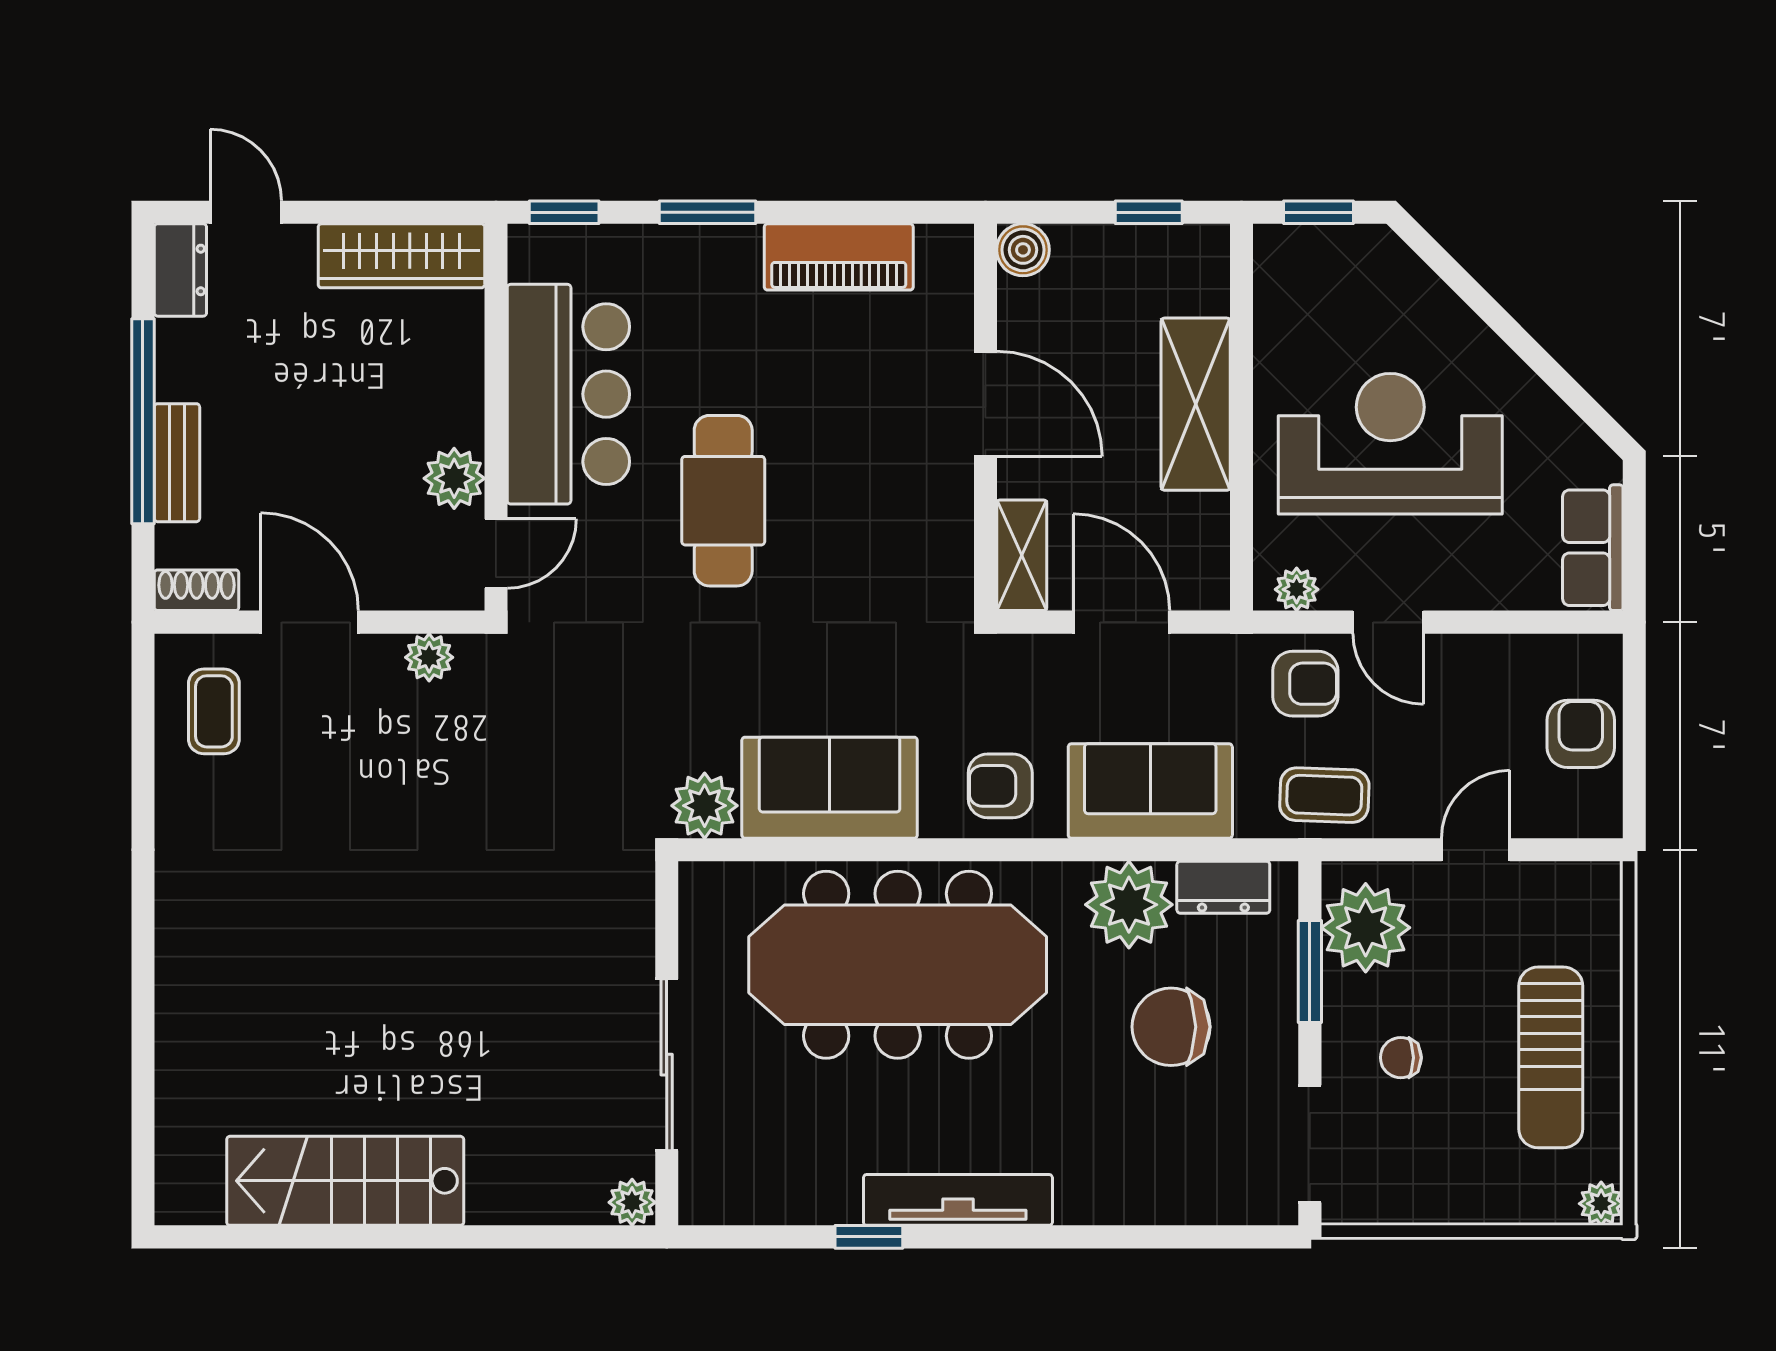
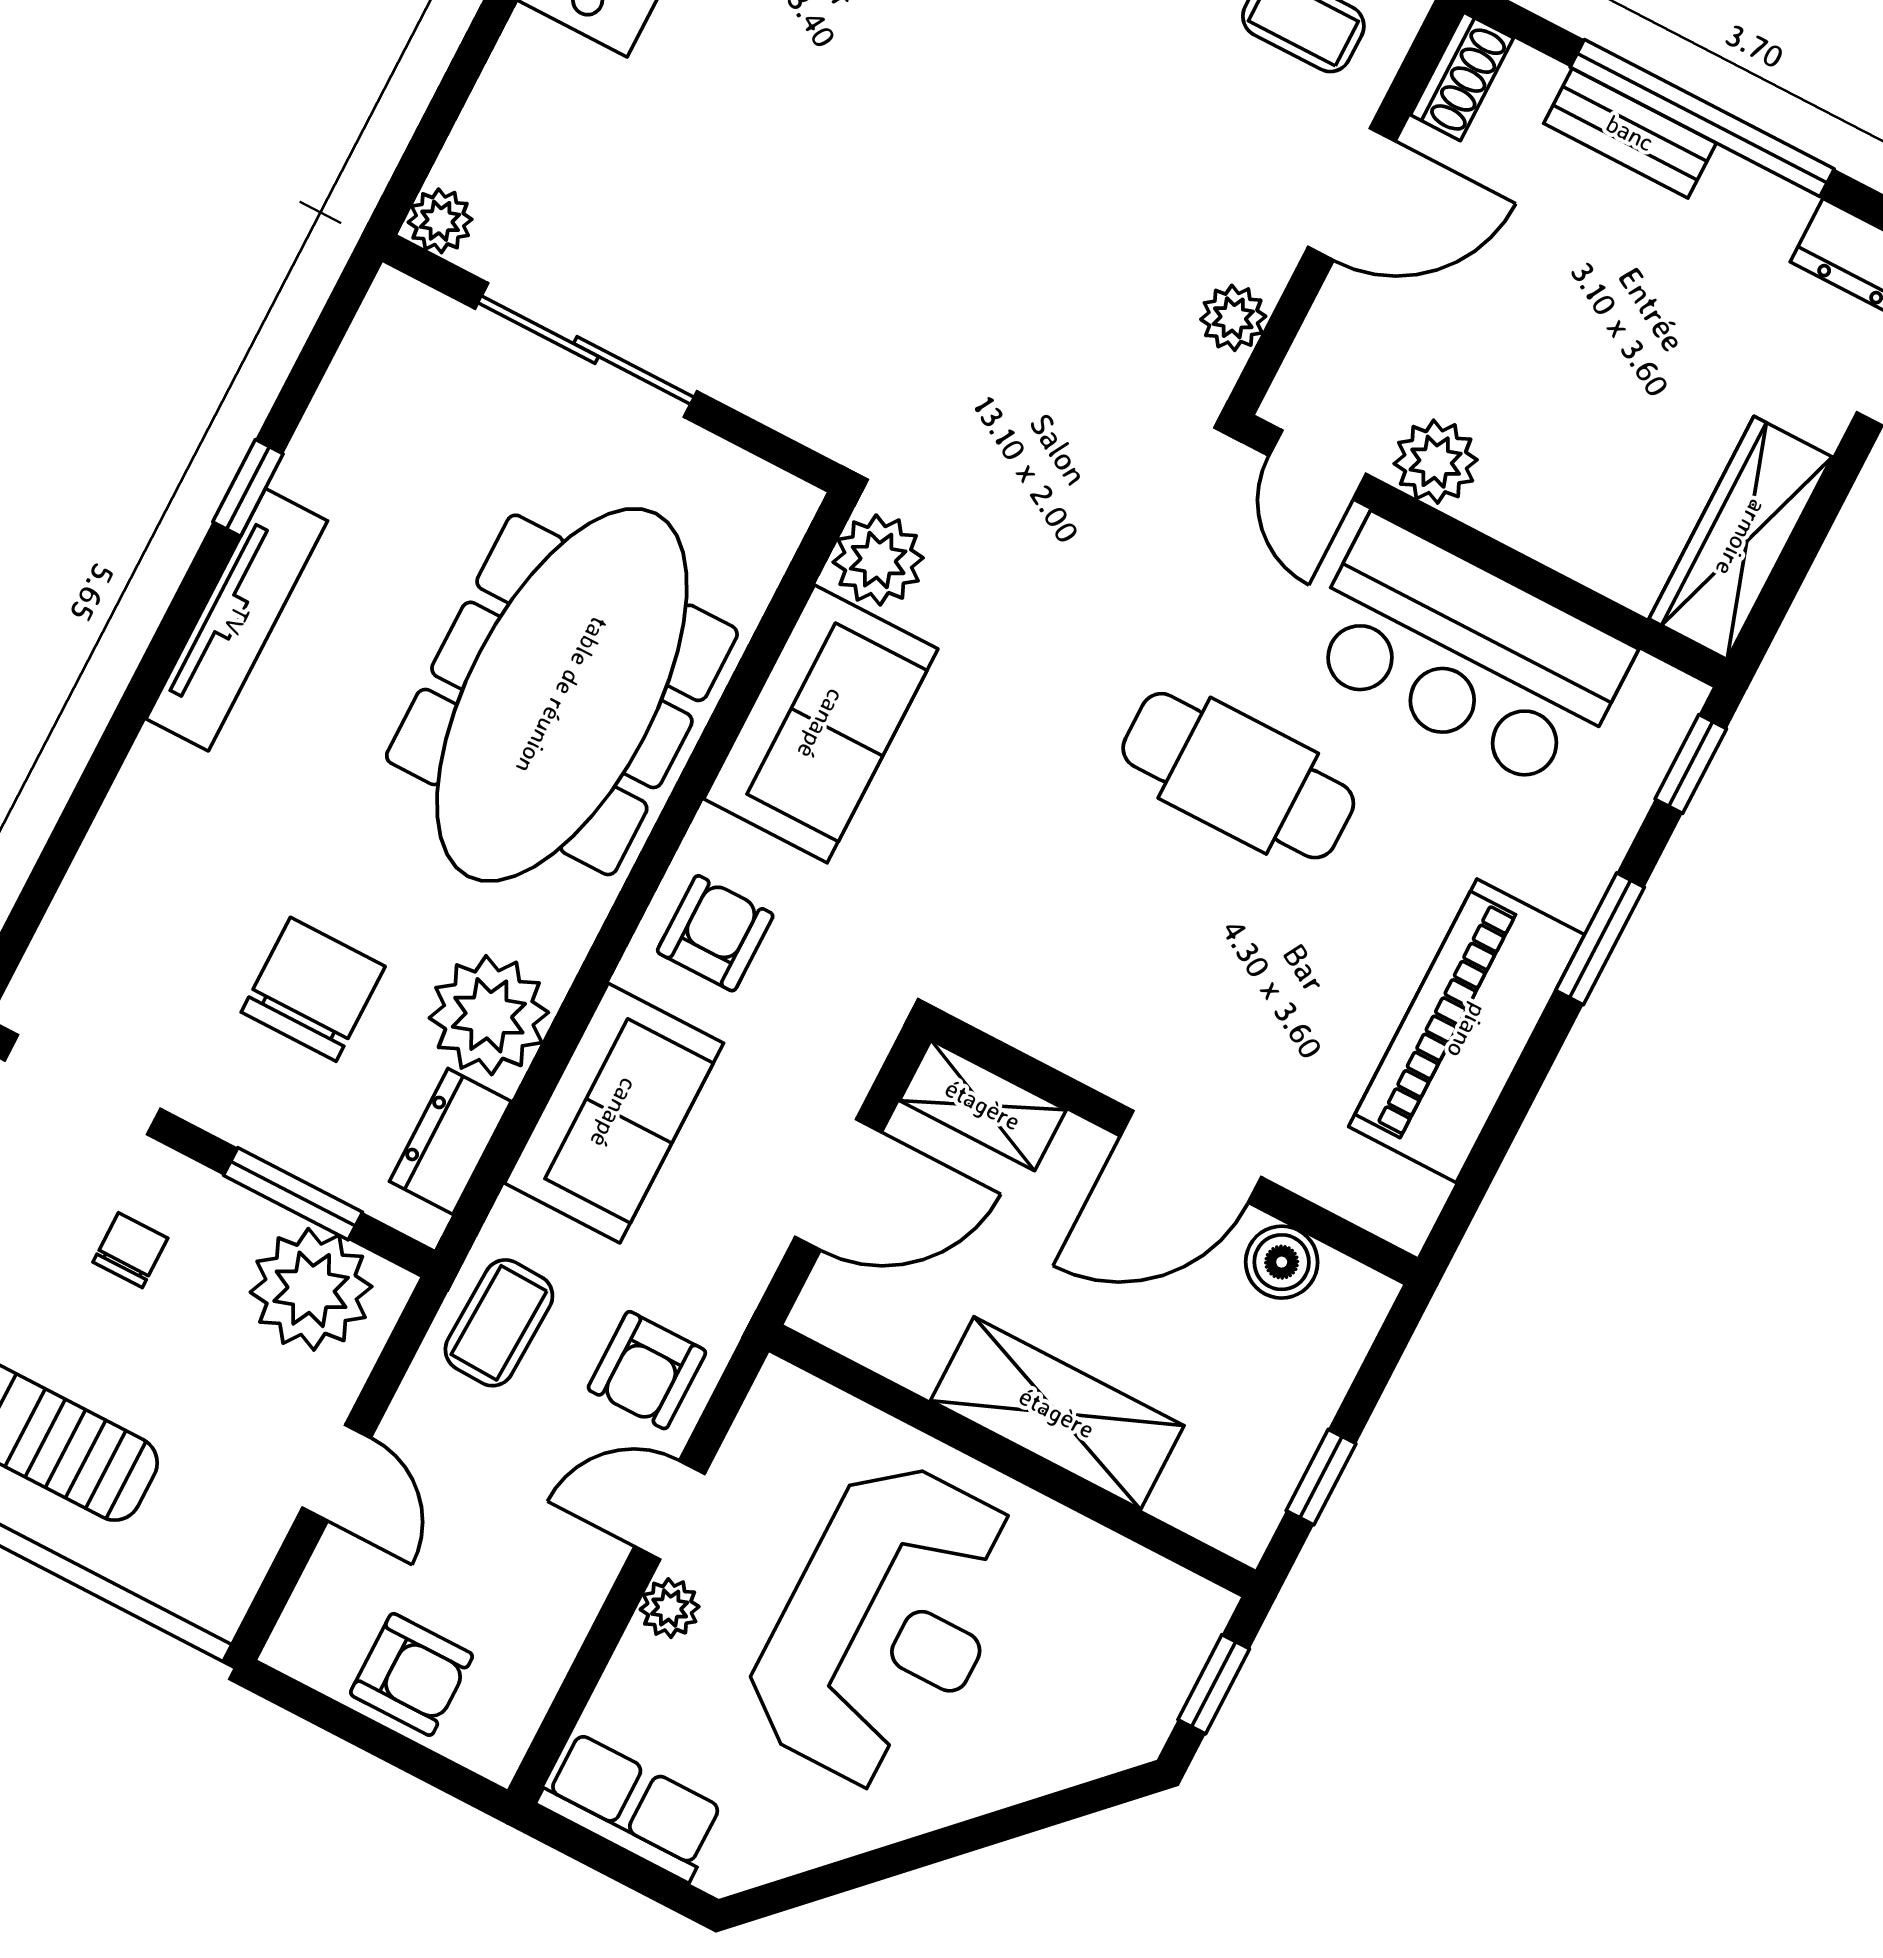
boiler: (1023, 250) -> (1282, 1262), moved
piano: (839, 257) -> (1467, 1031), width x1.37, depth x1.33
plant: (1297, 589) -> (670, 1608), moved

